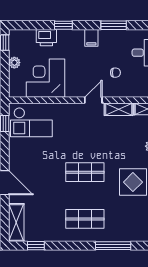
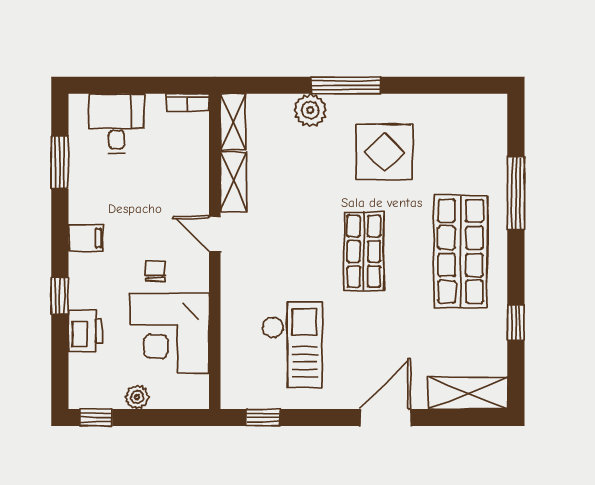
window: (114, 25) -> (60, 162), moved
chair: (115, 73) -> (155, 271), moved
checkout: (31, 122) -> (292, 345), moved
shop shelf: (85, 219) -> (461, 251), width x1.43, depth x1.36
window: (36, 246) -> (516, 323), moved

